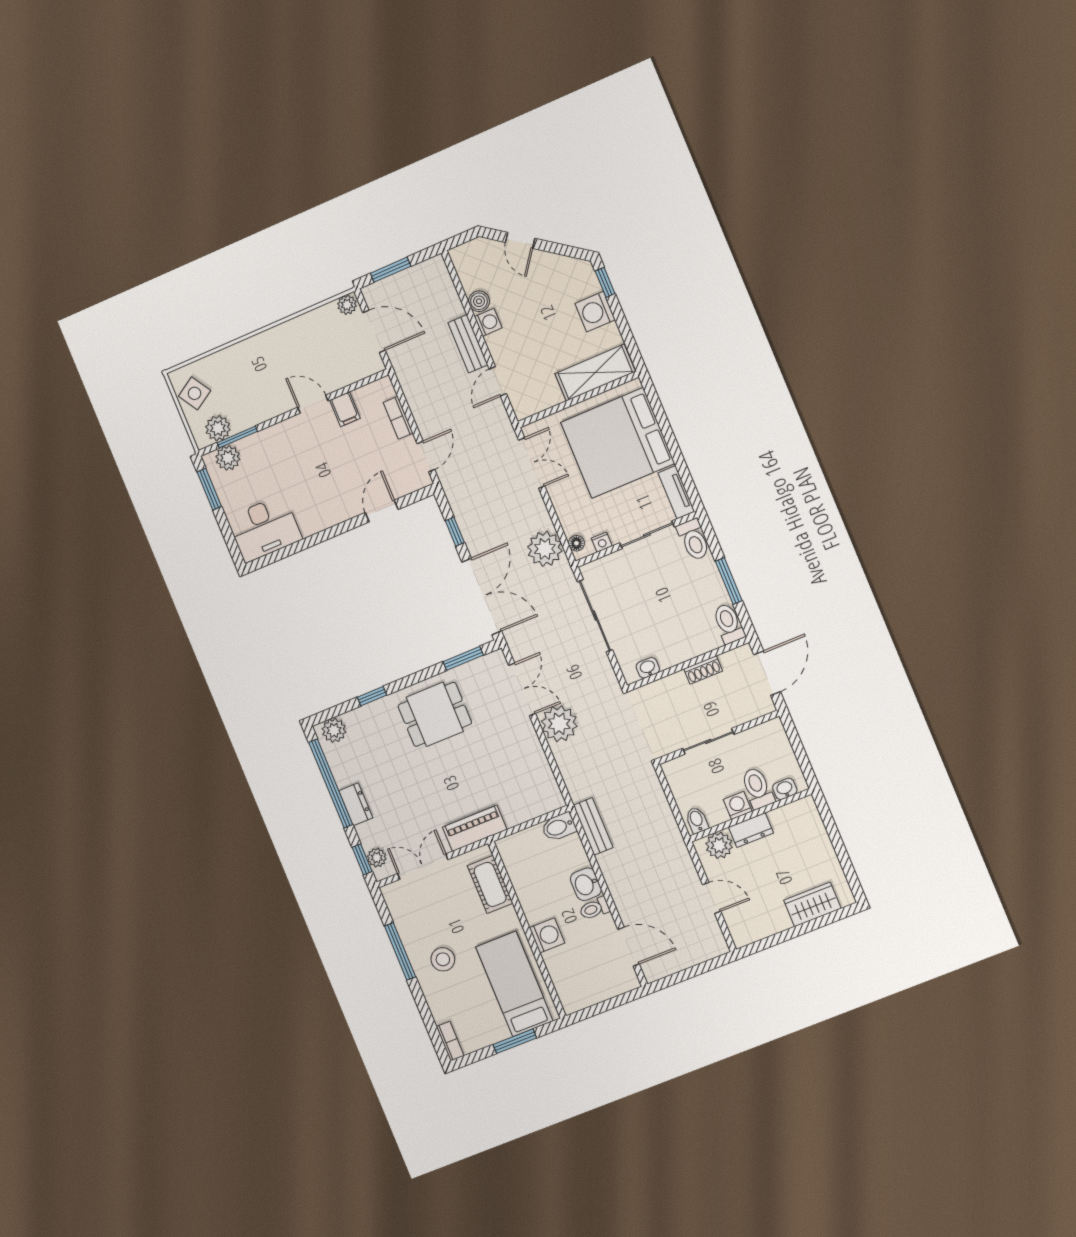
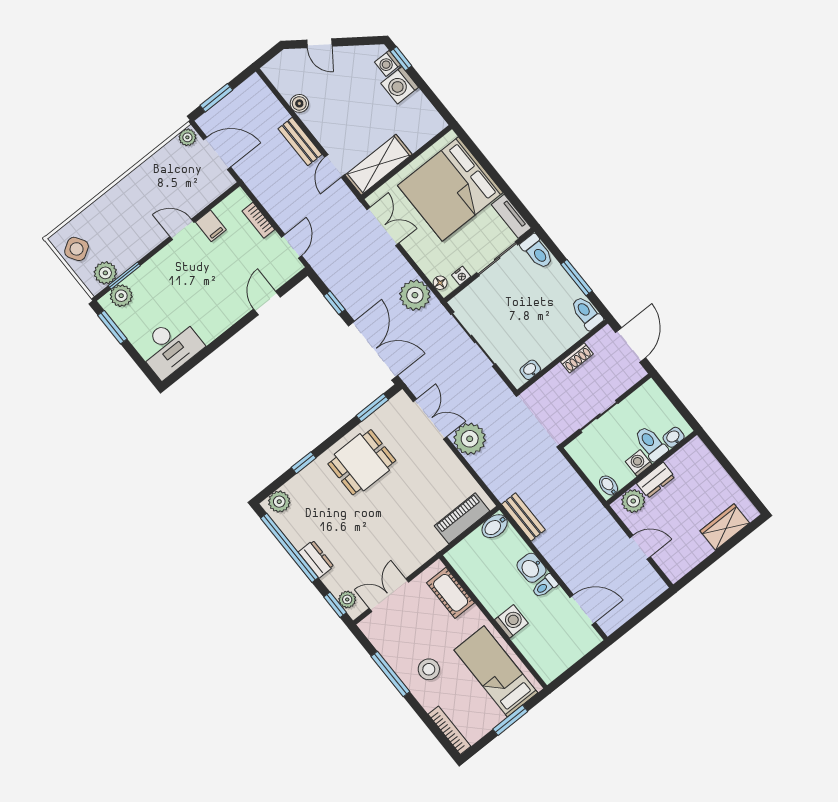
washing machine: (488, 322) -> (388, 63), moved, turned 180
shelving: (595, 373) -> (379, 165), moved
piano: (475, 828) -> (462, 518), moved
bookcase: (450, 1041) -> (449, 730), width x1.56

